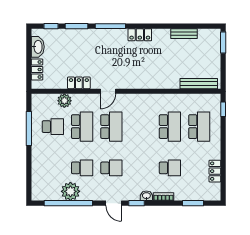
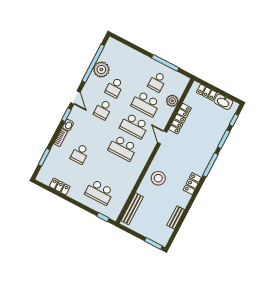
stool: (153, 73) -> (158, 178), added
locker: (79, 83) -> (180, 119), width x1.53
school desk: (170, 127) -> (123, 148), moved
door: (114, 203) -> (75, 97), swing flipped

